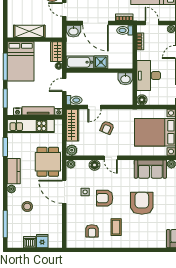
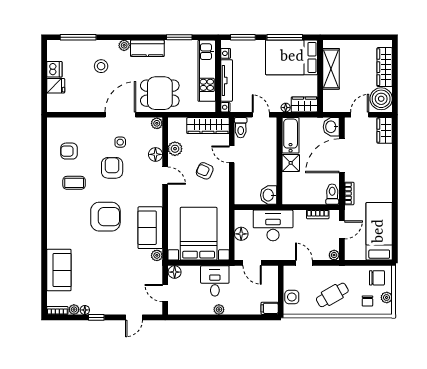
floor lamp: (142, 100) -> (241, 234), moved
plant: (72, 150) -> (175, 149), moved
door: (111, 158) -> (165, 176), swing flipped

